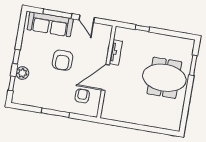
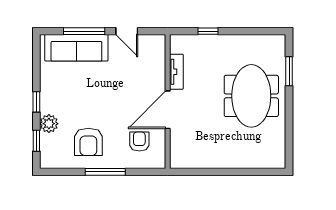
armchair: (63, 60) -> (88, 142), moved
meeting table: (164, 78) -> (251, 96), turned 90

